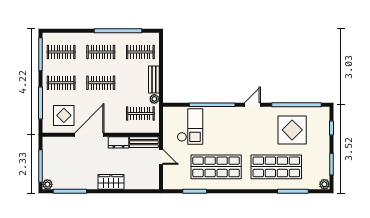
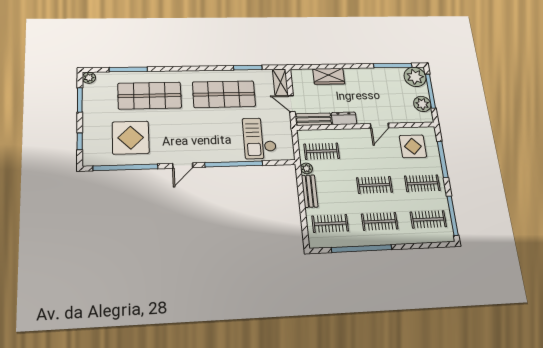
door: (89, 135) -> (380, 126), width x0.53
plant: (50, 154) -> (422, 104), added
shelving: (168, 177) -> (280, 82), added
wardrobe: (111, 182) -> (329, 76), moved
plant: (47, 184) -> (415, 77), width x1.88, depth x1.88

